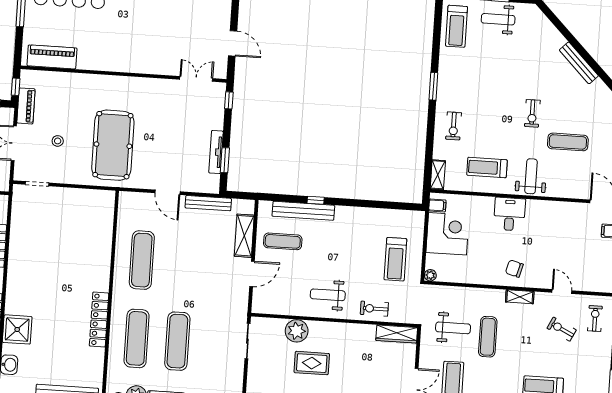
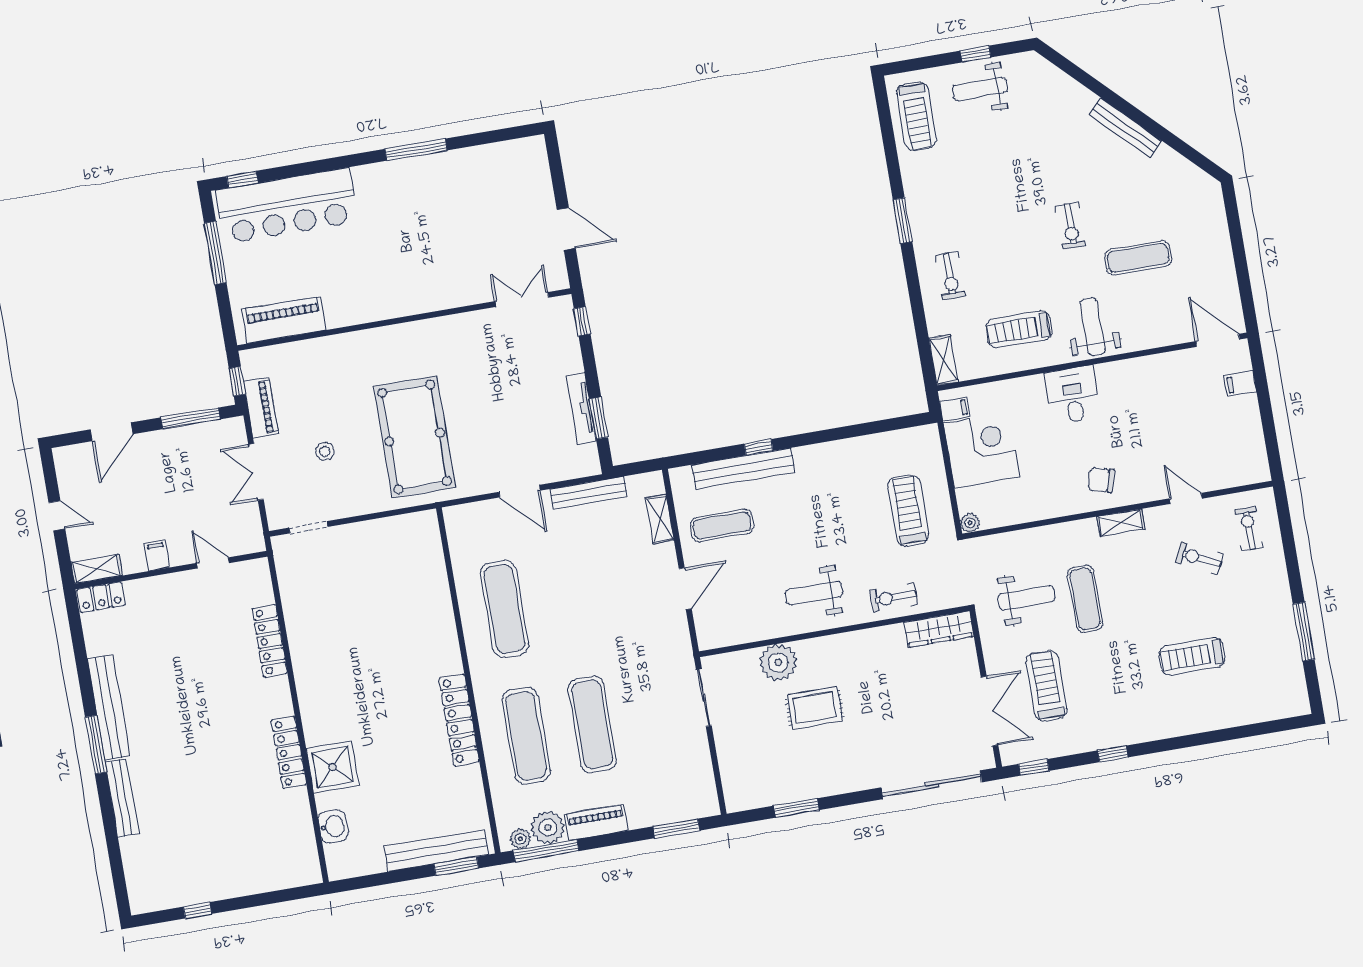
shelving: (244, 236) -> (660, 519), width x0.67, depth x0.75
treadmill: (395, 259) -> (908, 511), turned 180

